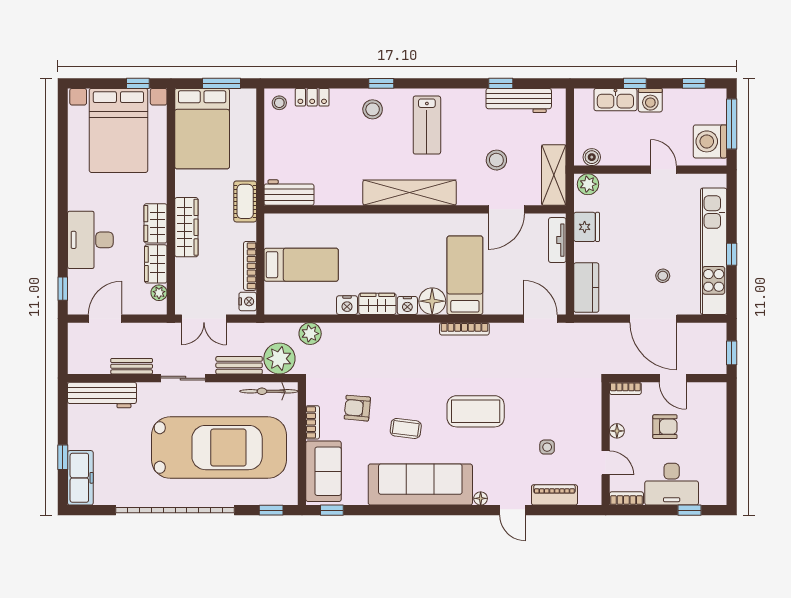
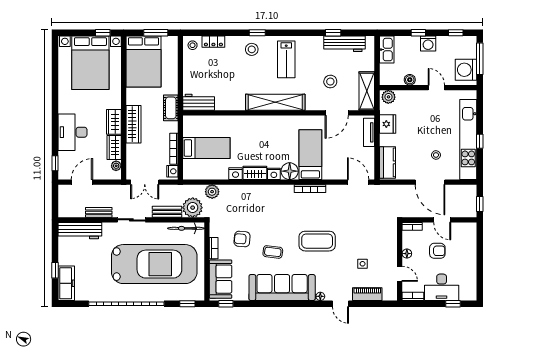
kitchen sink: (615, 100) -> (387, 50), moved, turned -90
boiler: (592, 157) -> (410, 80), moved

